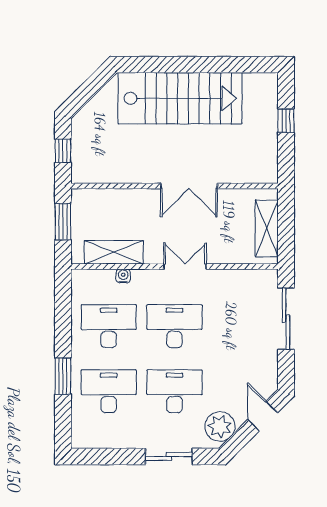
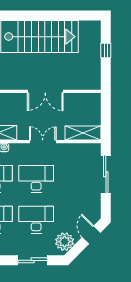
shelving: (267, 229) -> (83, 133), moved, turned 90

